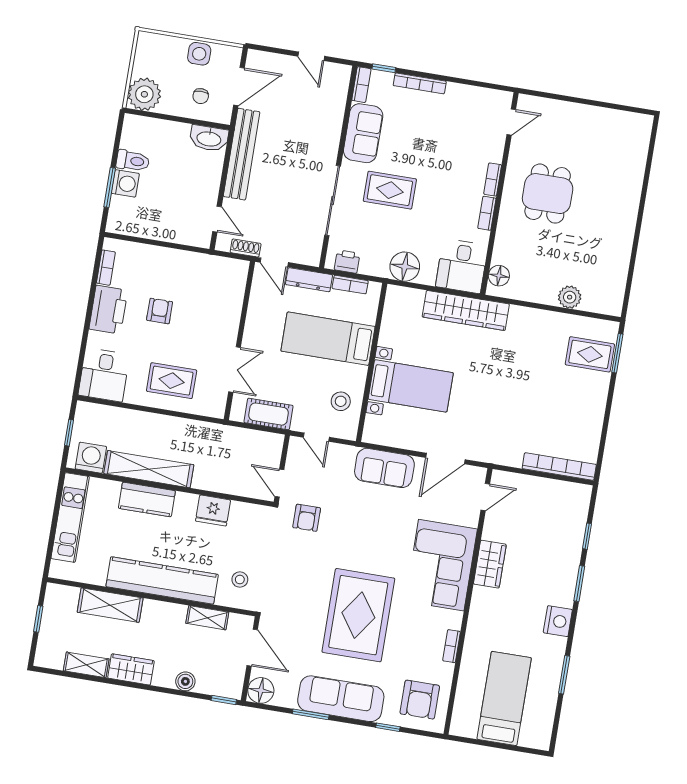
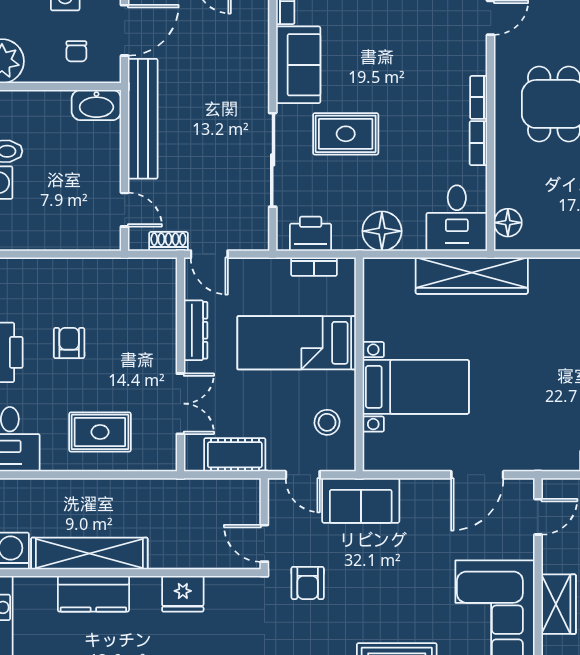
printer: (347, 262) -> (311, 234), width x1.36, depth x1.24
dresser: (309, 280) -> (196, 330), moved, turned -90
sofa: (384, 468) -> (361, 500), moved

